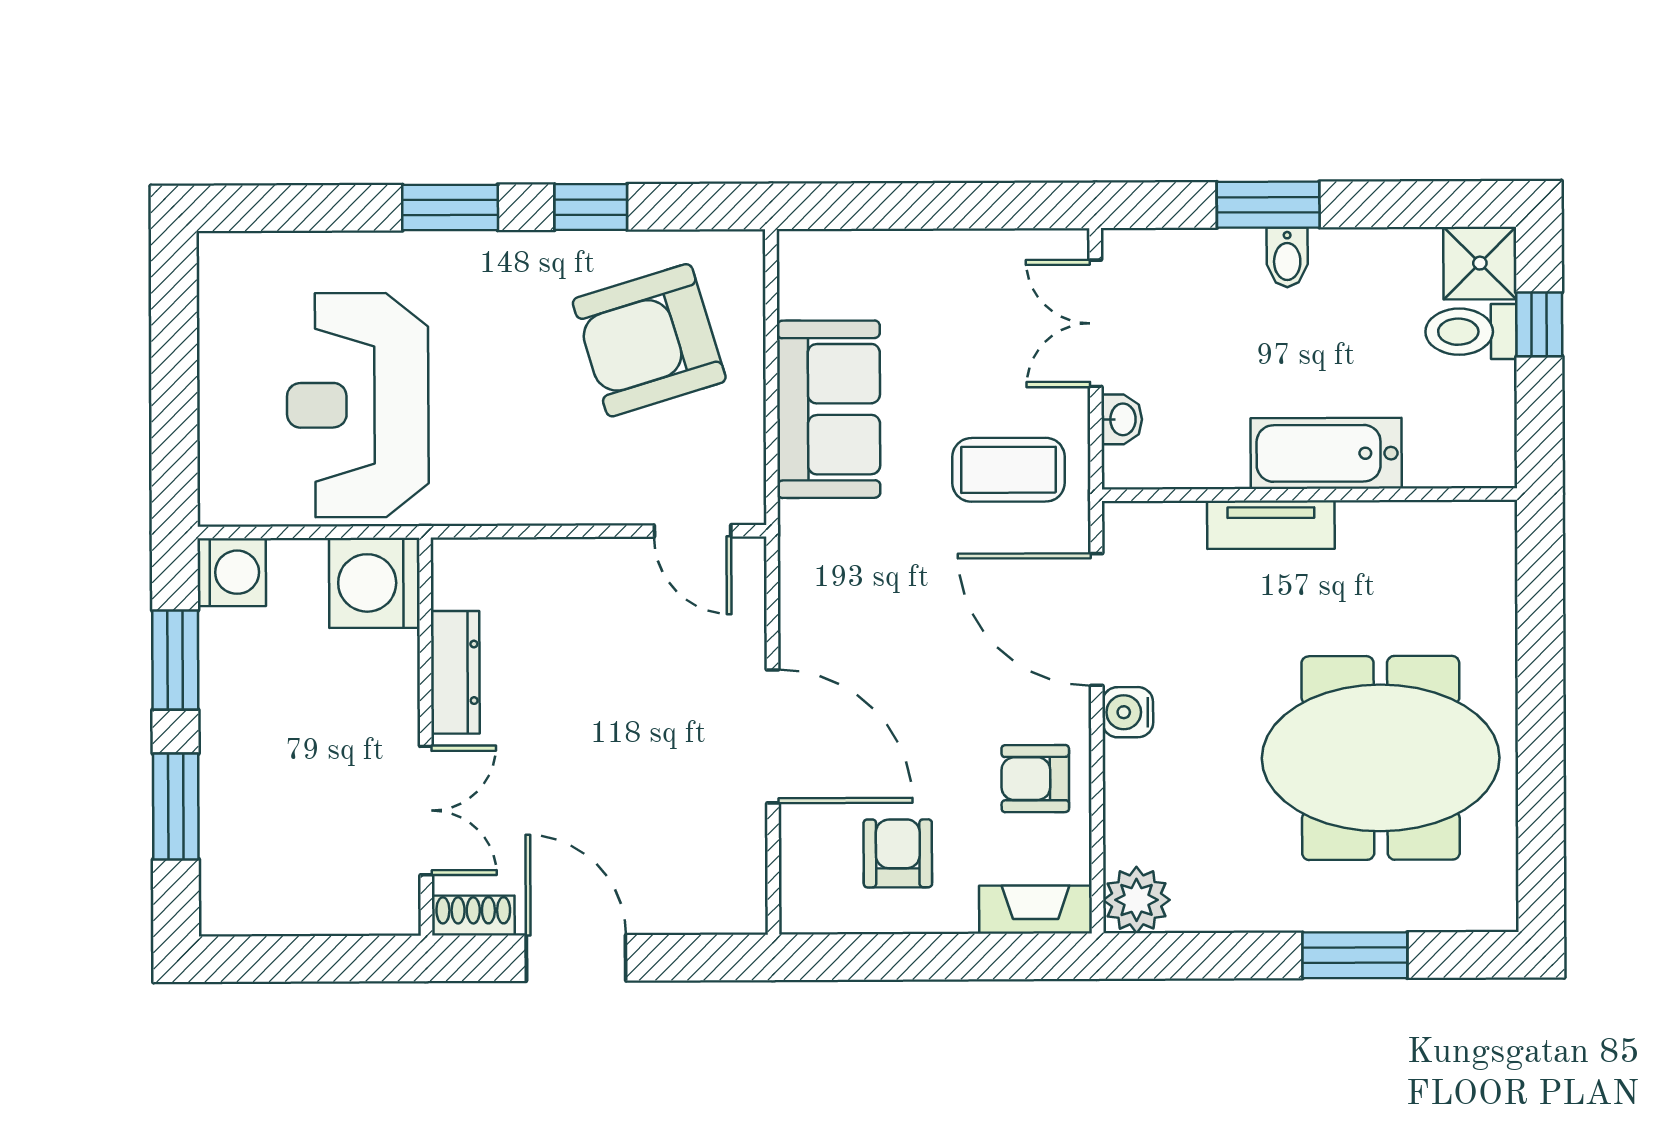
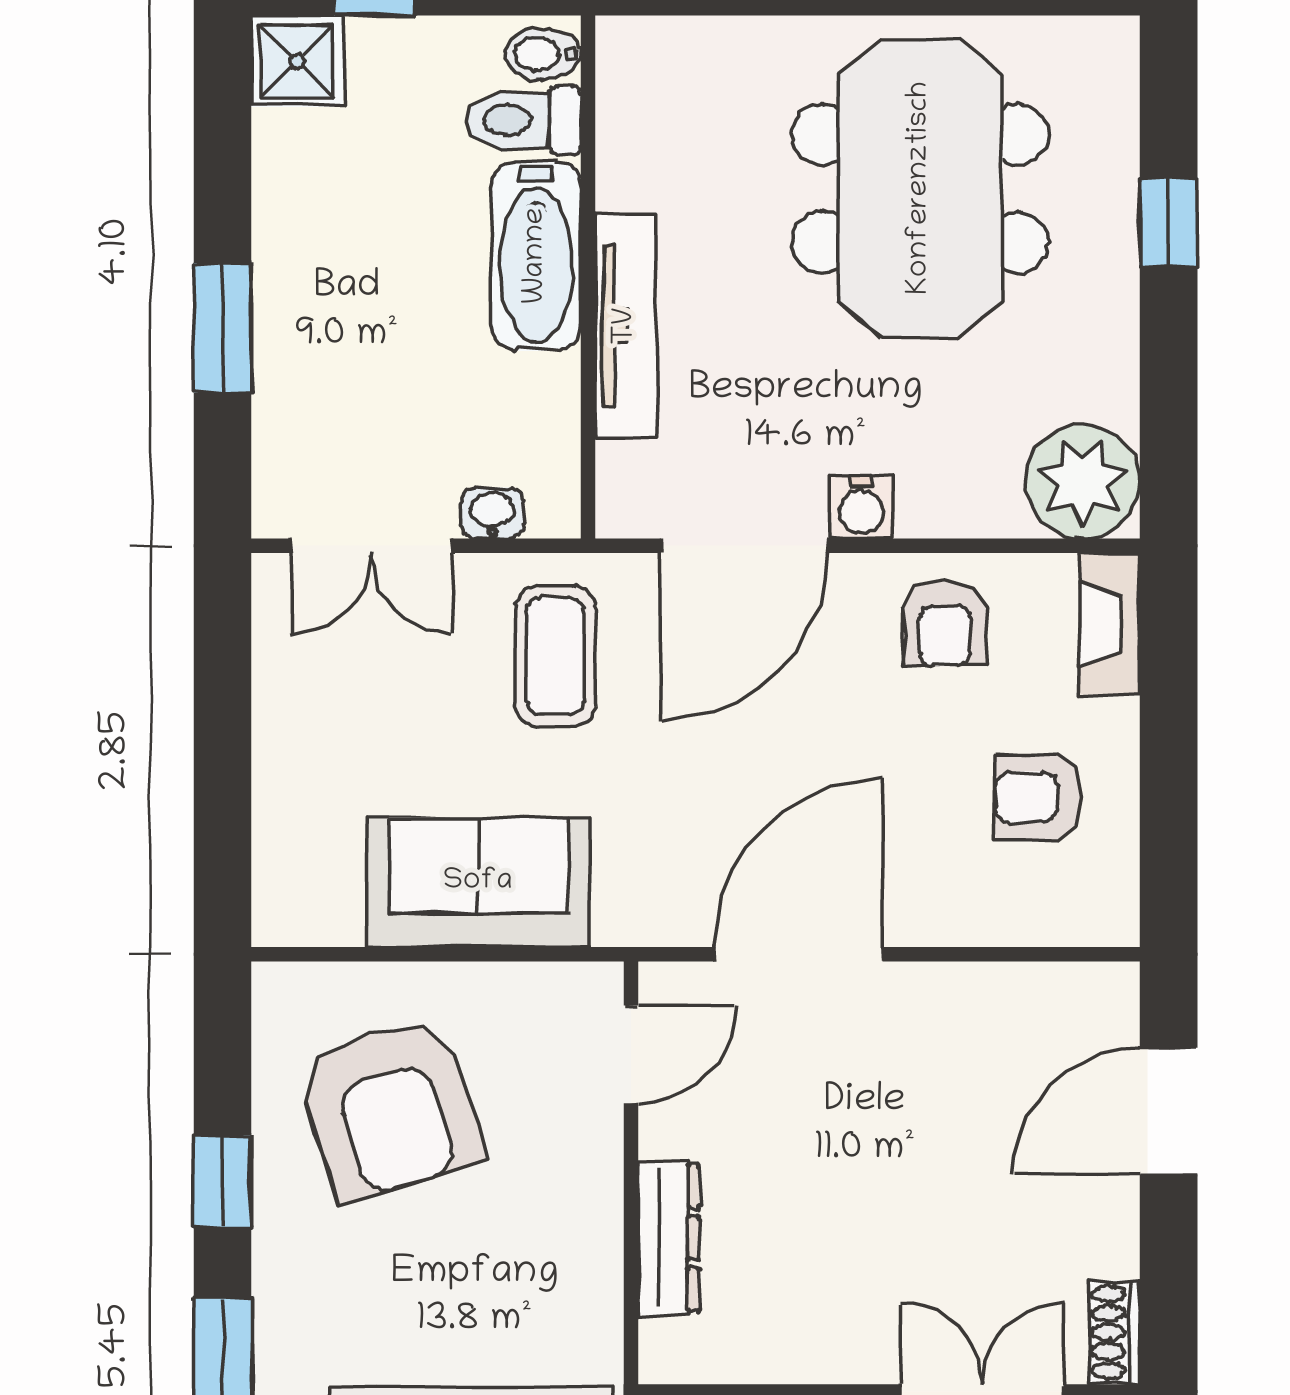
bidet: (1287, 257) -> (543, 54), moved, turned 180
toilet: (1471, 332) -> (524, 120), moved, turned 90
tv unit: (1271, 525) -> (626, 326), width x1.41
dresser: (455, 672) -> (669, 1238), moved, turned 90
door: (773, 736) -> (798, 954), moved
plant: (1137, 900) -> (1083, 481), width x1.36, depth x1.36
window: (1355, 955) -> (1169, 222), width x0.67
door: (576, 958) -> (1169, 1111), moved

